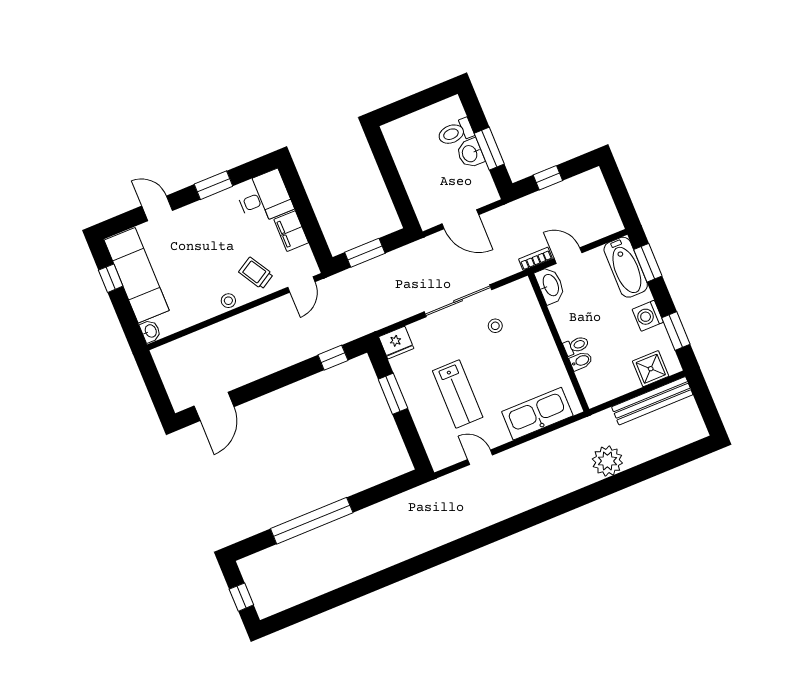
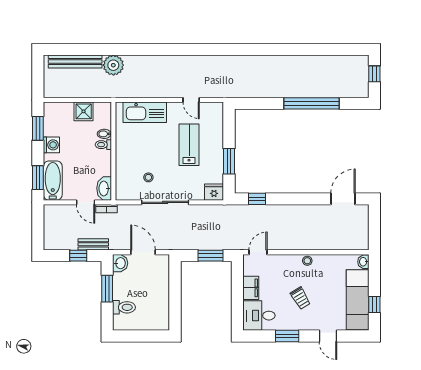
washbasin: (470, 153) -> (120, 263), moved
bench: (534, 202) -> (93, 244), added
trolley: (256, 273) -> (300, 298), moved
shower: (651, 369) -> (84, 111), moved
bench: (652, 401) -> (75, 62), moved

